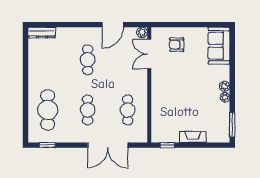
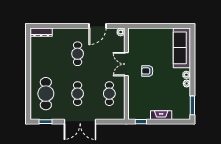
armchair: (177, 45) -> (147, 71), moved
sofa: (219, 46) -> (182, 48), width x1.36
double door: (149, 54) -> (126, 64), moved
double door: (108, 145) -> (80, 122), moved

